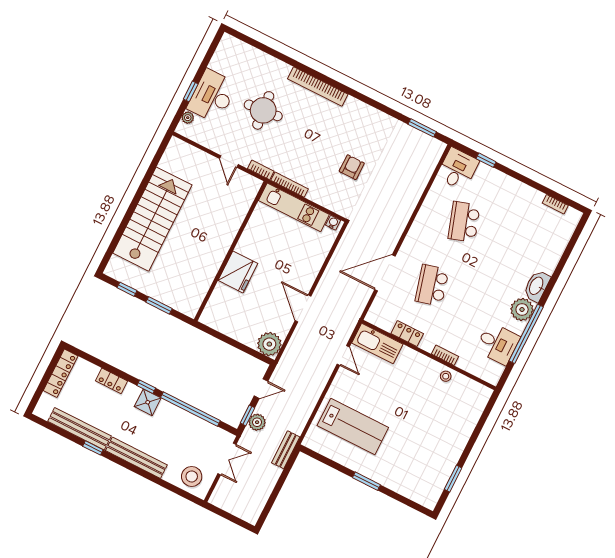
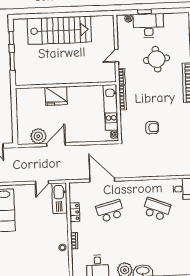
school desk: (464, 222) -> (156, 209), turned 39
plant: (269, 344) -> (38, 136), moved

